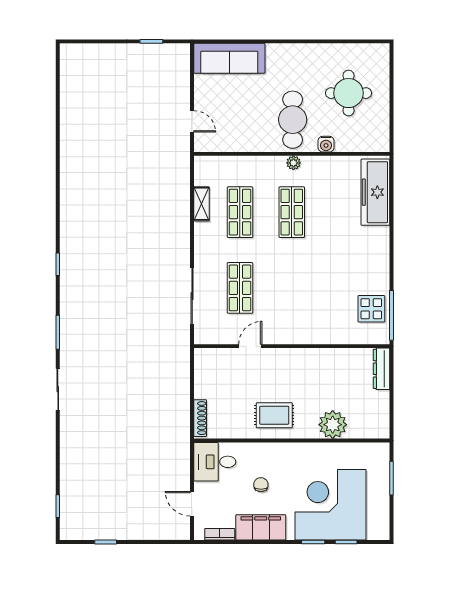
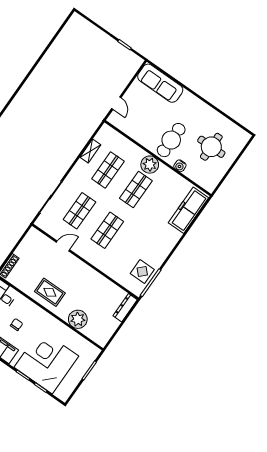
plant: (293, 163) -> (150, 165), width x1.87, depth x1.87
shop shelf: (292, 288) -> (107, 230), added

